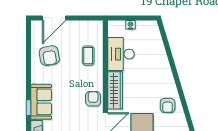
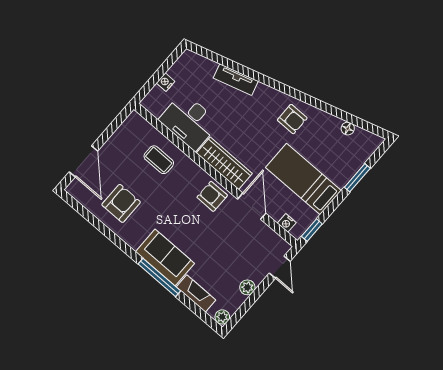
armchair: (49, 56) -> (121, 203), turned -80
tv unit: (163, 59) -> (236, 80), added
window: (29, 108) -> (159, 277), width x2.17

